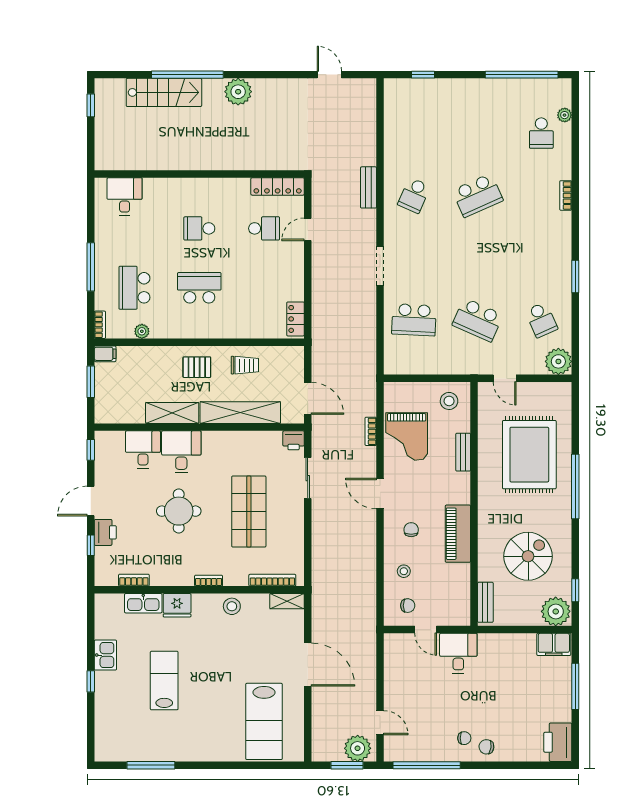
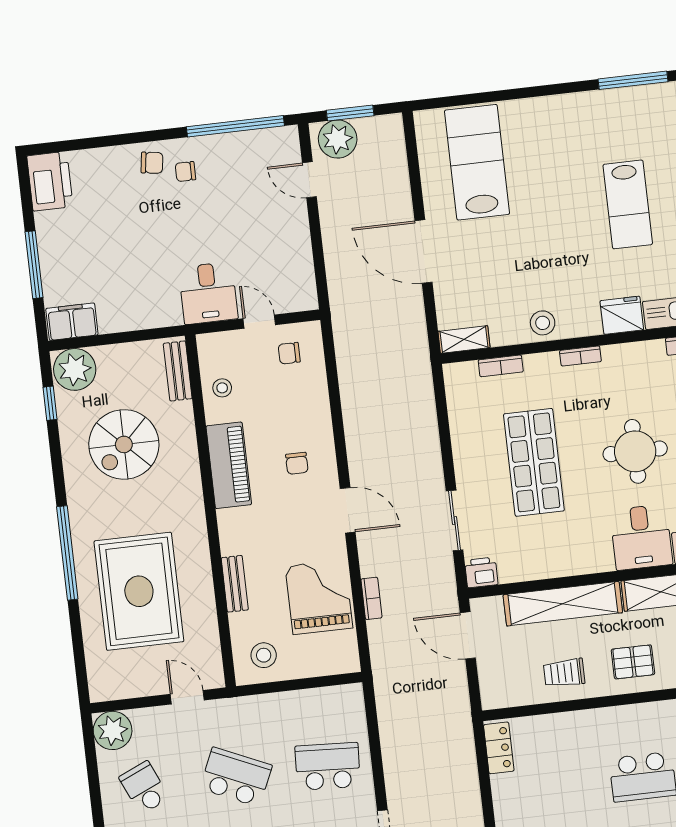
stool: (404, 571) -> (222, 388), moved
bookcase: (272, 580) -> (501, 366), width x0.64

